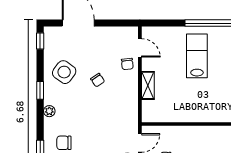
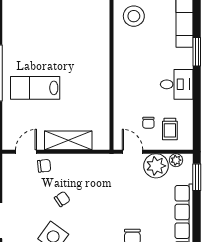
shelving: (148, 85) -> (68, 140), width x1.50, depth x1.33

